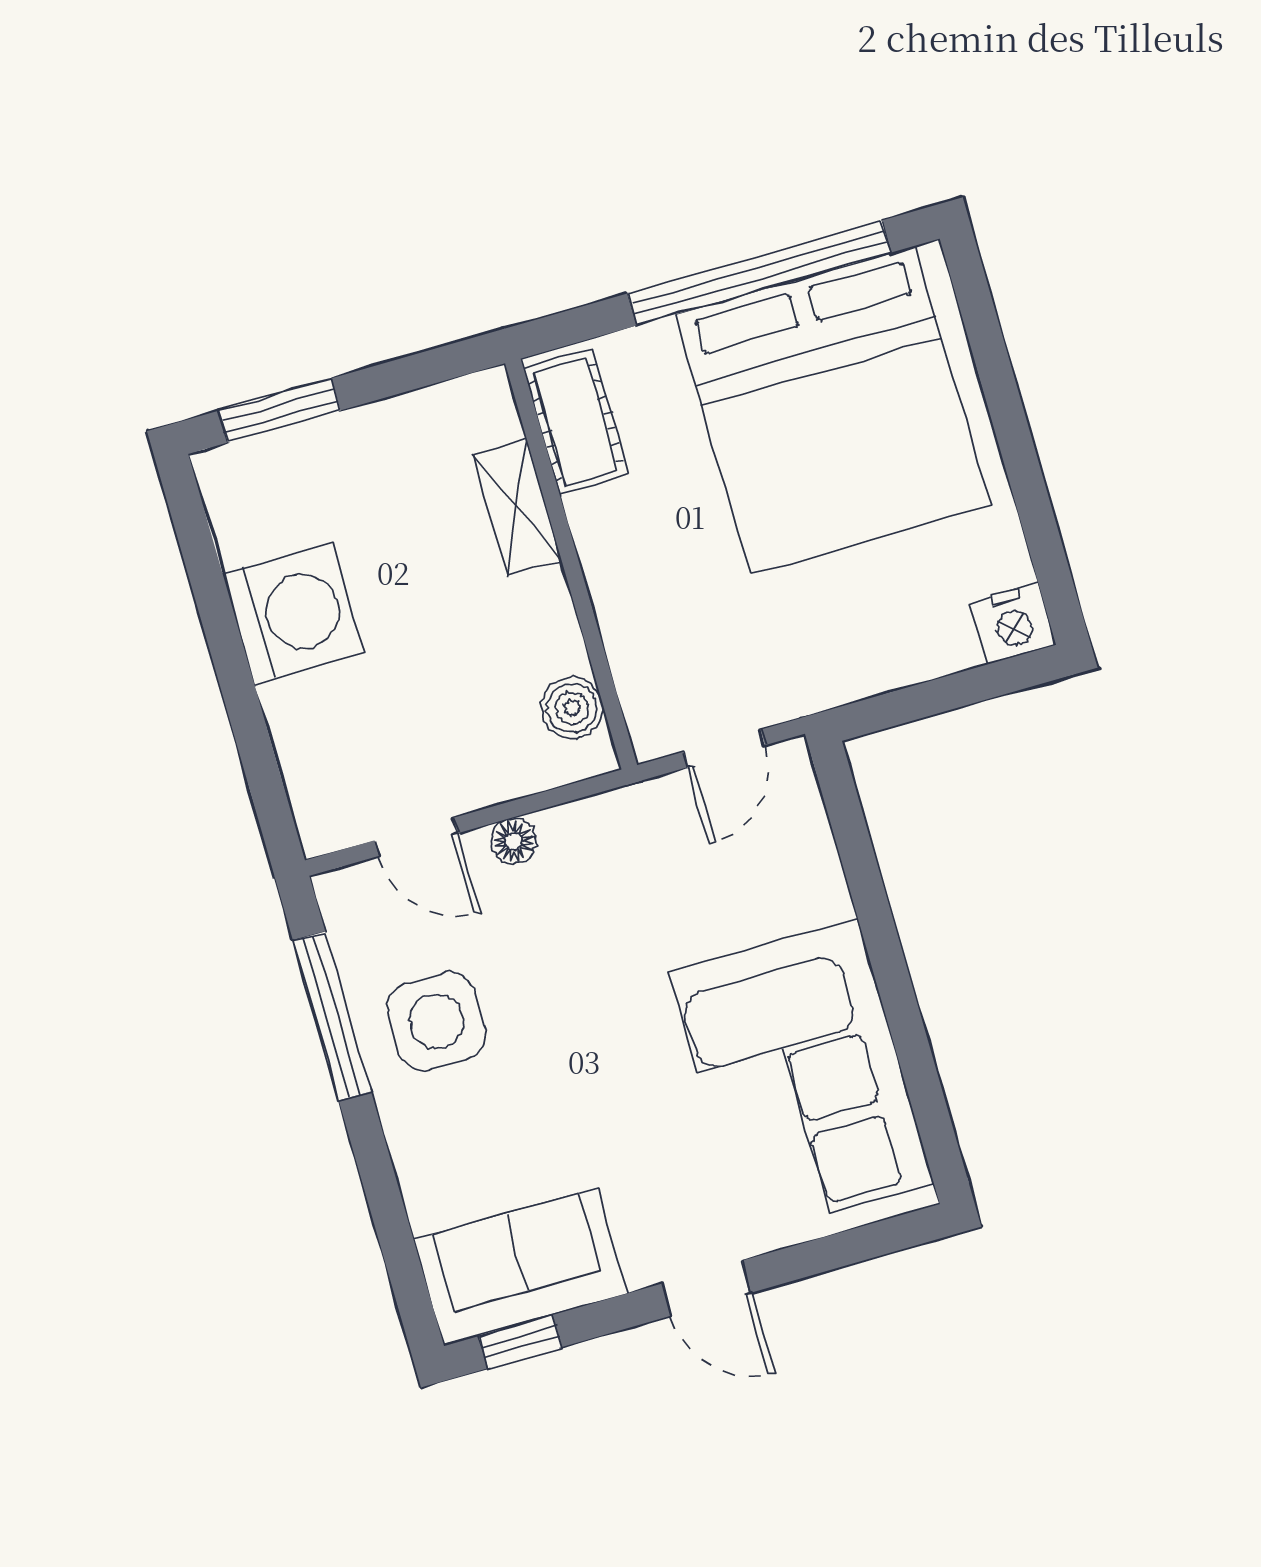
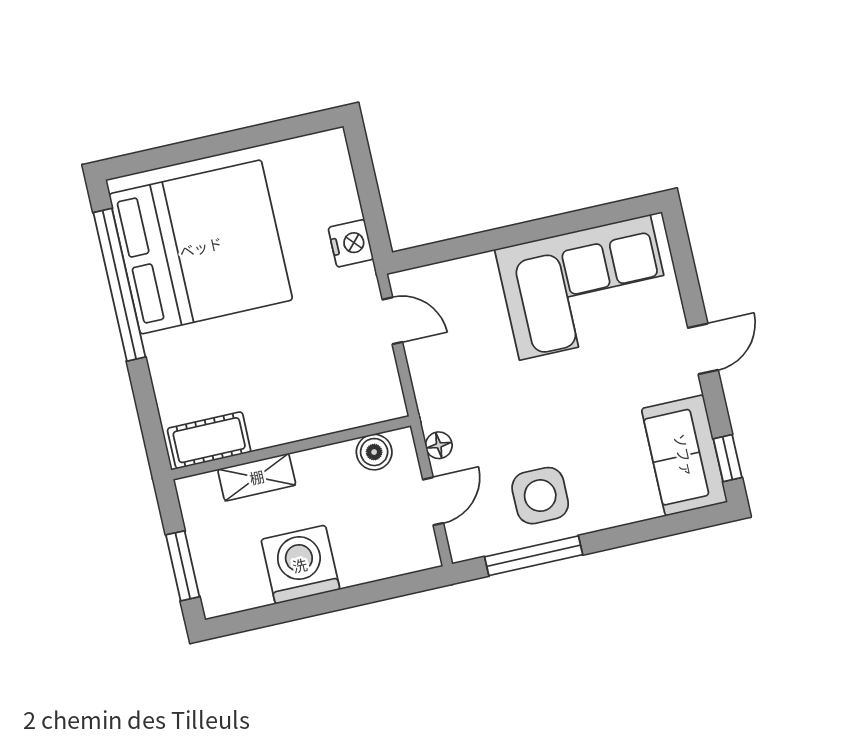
cot: (576, 422) -> (209, 440), moved
shelving: (517, 508) -> (257, 477), moved
wall: (571, 564) -> (291, 448), moved
nightstand: (1013, 623) -> (351, 243), moved
boiler: (572, 708) -> (374, 452), moved

